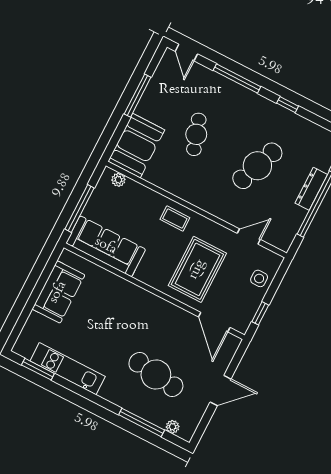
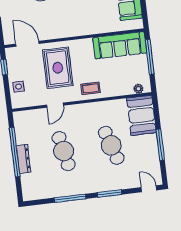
window: (237, 79) -> (110, 193), width x0.69
window: (288, 105) -> (70, 198), width x2.17
cafe table: (196, 134) -> (111, 145), width x1.37, depth x1.35
cafe table: (257, 166) -> (64, 151), turned -33
door: (249, 236) -> (55, 105), moved

